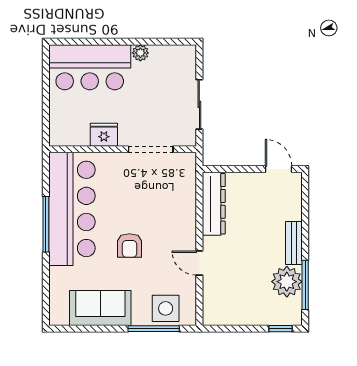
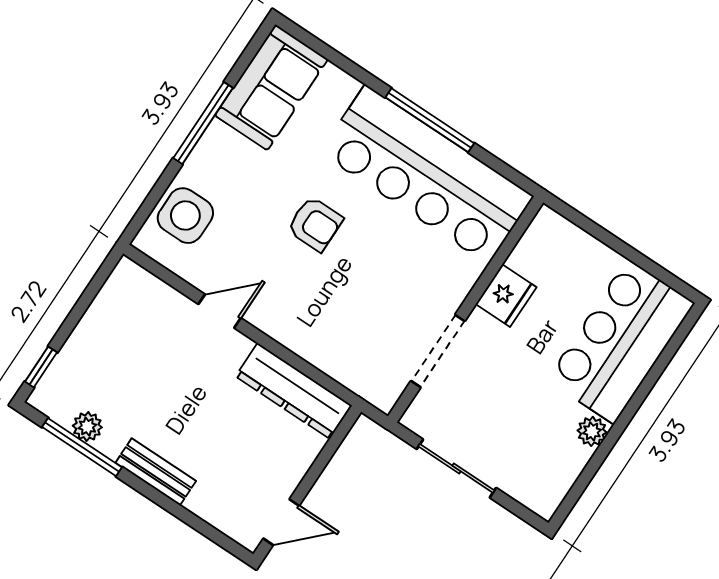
armchair: (129, 246) -> (315, 224), turned 180
plant: (287, 282) -> (87, 427), width x0.53, depth x0.53
sofa: (100, 308) -> (271, 87), moved
window: (154, 329) -> (203, 123), moved

